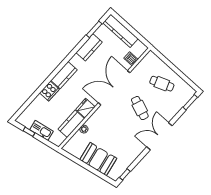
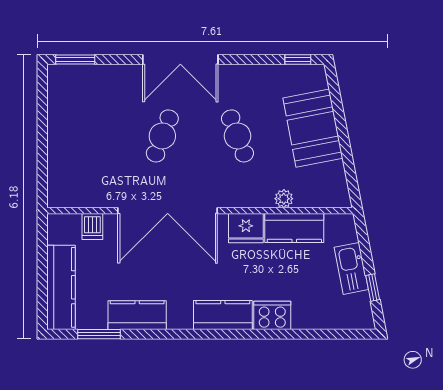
cafe table: (162, 84) -> (237, 136), moved

